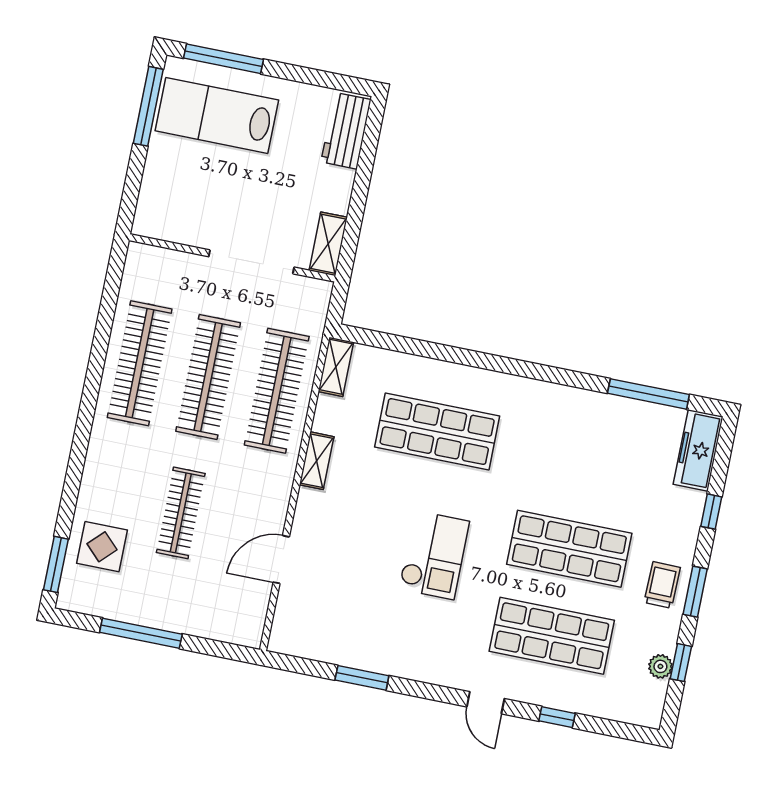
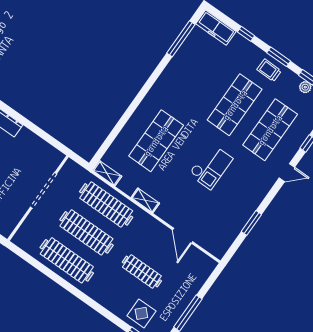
shelving: (328, 244) -> (51, 152), removed
checkout: (434, 555) -> (211, 166), turned 90

